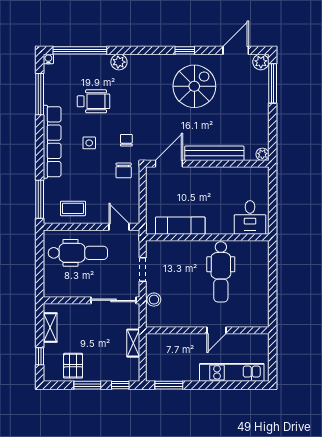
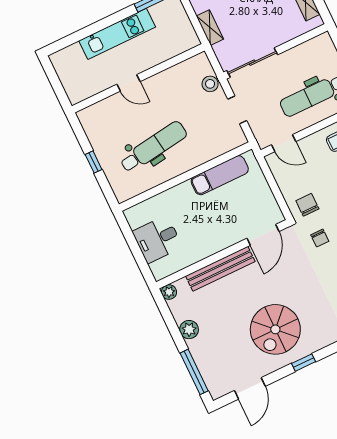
plant: (261, 62) -> (189, 330), moved
desk: (250, 217) -> (157, 239), moved, turned -90
dental chair: (221, 272) -> (153, 147), turned 82
window: (273, 282) -> (94, 162), added
door: (216, 330) -> (128, 83), swing flipped
kitchen unit: (232, 372) -> (117, 34), moved

